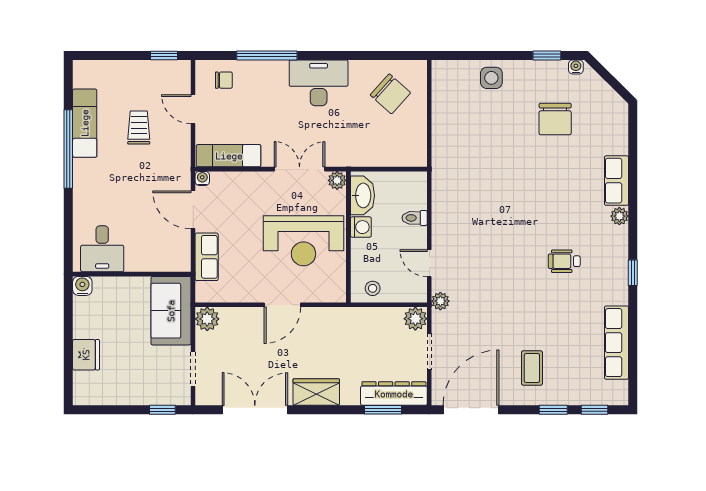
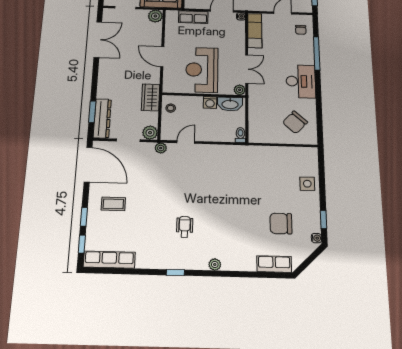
row of seats: (616, 181) -> (274, 264), moved
toilet: (415, 218) -> (240, 135), moved
row of seats: (616, 343) -> (109, 260), moved
wardrobe: (316, 392) -> (151, 97), moved, turned 180

